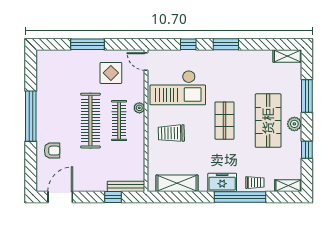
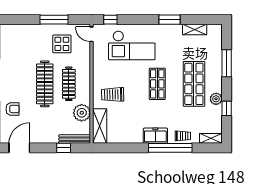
window: (88, 44) -> (54, 20), moved
window: (188, 44) -> (110, 20), moved
window: (226, 44) -> (169, 20), moved
shelving: (287, 56) -> (195, 30), moved
checkout: (178, 88) -> (132, 45), moved
plant: (139, 108) -> (82, 113), moved, width x1.88, depth x1.88
plant: (294, 124) -> (216, 99), moved
shelving: (177, 183) -> (100, 126), moved, turned 90

